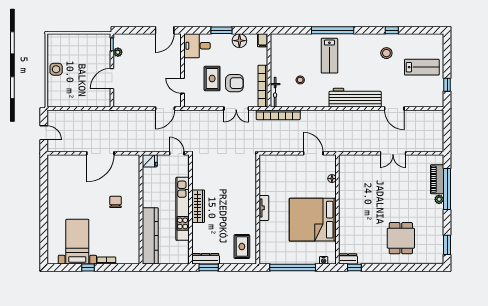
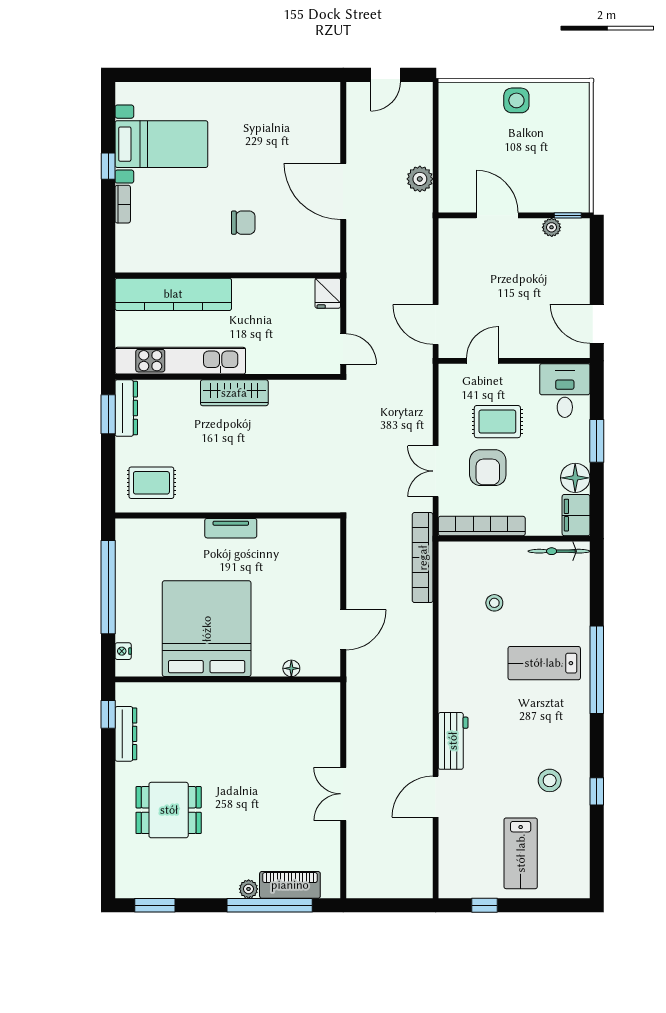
filing cabinet: (263, 40) -> (576, 515), width x2.00
bicycle: (275, 92) -> (559, 551), moved
workbench: (355, 98) -> (453, 741), width x0.53, depth x0.76
plant: (94, 116) -> (420, 179), added
door: (177, 153) -> (343, 349), hinge flipped
kitchen unit: (183, 209) -> (180, 361), moved
dresser: (348, 259) -> (126, 734), moved, width x1.44

